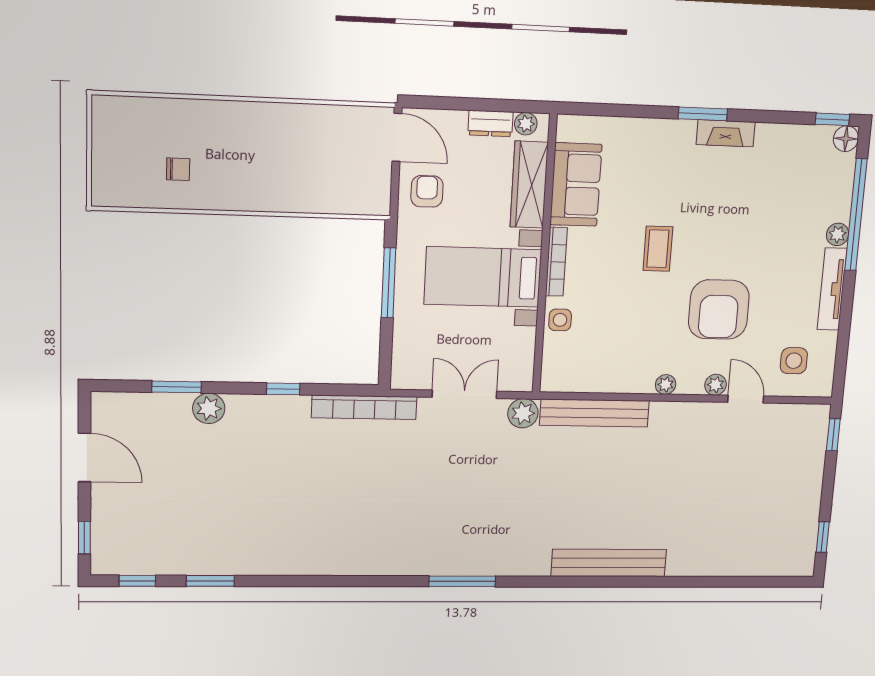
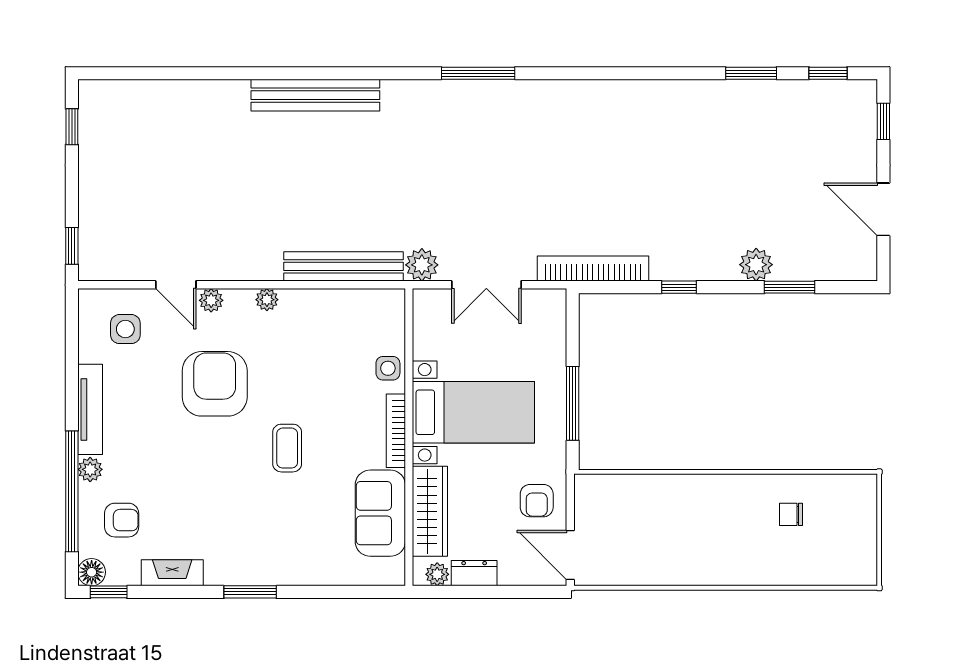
fireplace: (726, 133) -> (172, 573), moved
armchair: (814, 187) -> (122, 520), added

